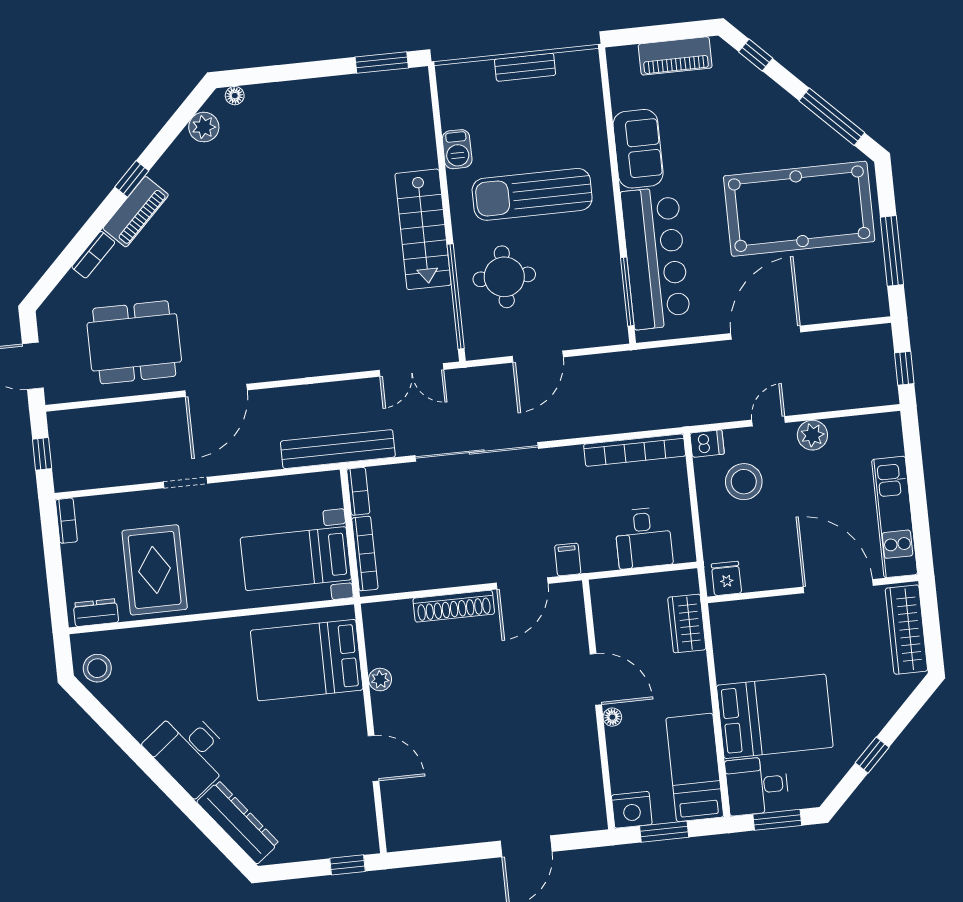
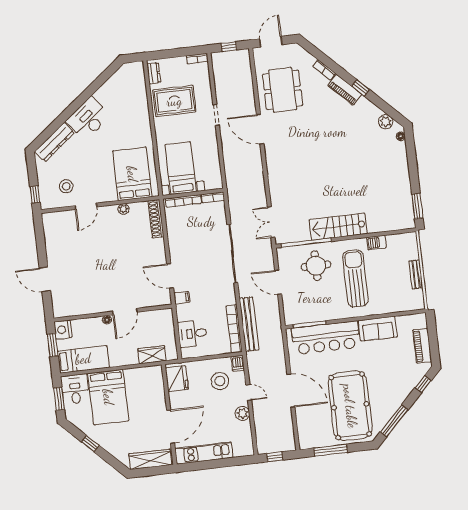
bench: (338, 449) -> (249, 324), moved
fridge: (726, 578) -> (177, 379), width x1.88, depth x1.34
shoe rack: (454, 606) -> (156, 219), moved
stool: (97, 668) -> (66, 186), moved

